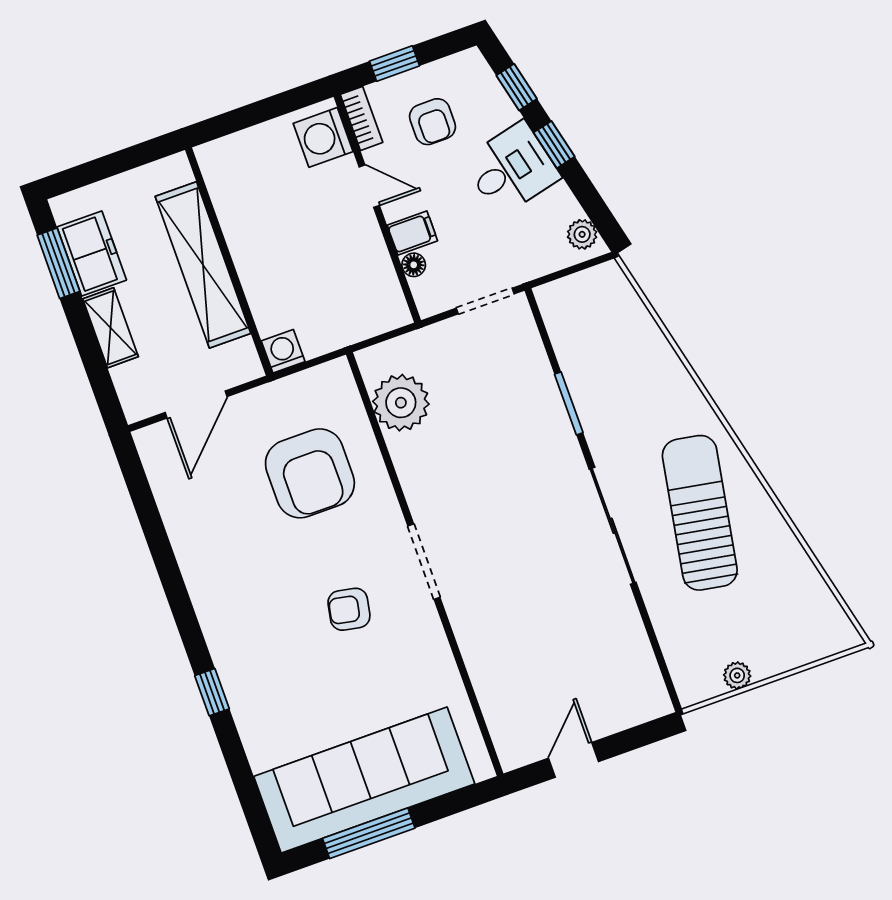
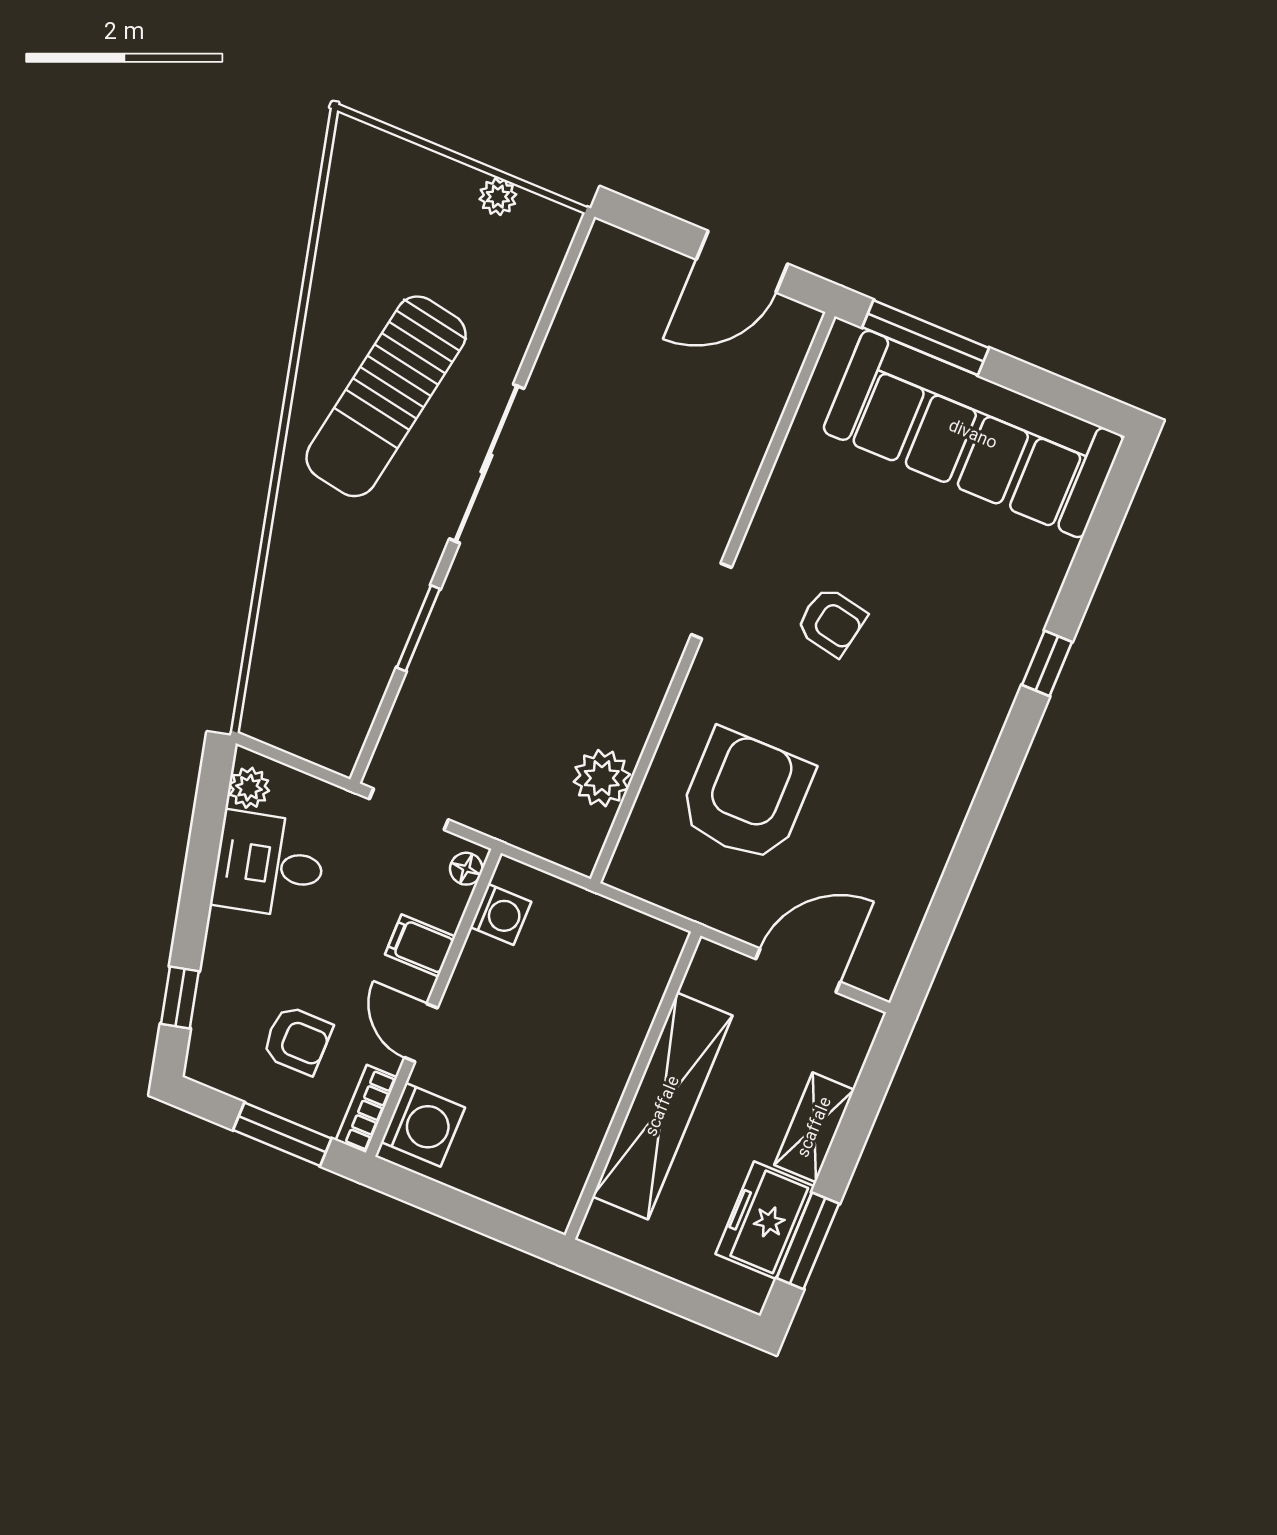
window: (394, 63) -> (282, 1134), width x1.50
armchair: (433, 122) -> (297, 1040), turned 90
window: (554, 145) -> (195, 905), removed
desk: (511, 169) -> (269, 865), moved
floor lamp: (414, 265) -> (466, 869), moved
washing machine: (283, 351) -> (501, 914), moved, turned -90
plant: (401, 403) -> (602, 778), width x0.73, depth x0.73
doorway: (424, 562) -> (711, 601), width x0.73
door: (574, 760) -> (742, 262), width x1.38
window: (369, 833) -> (926, 338), moved

